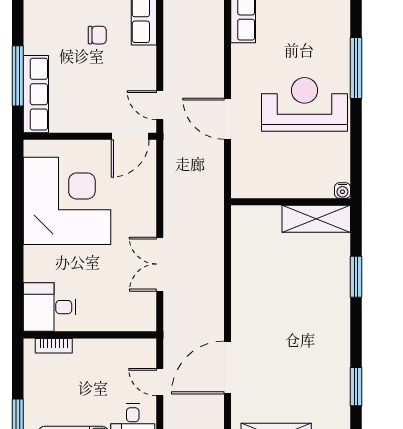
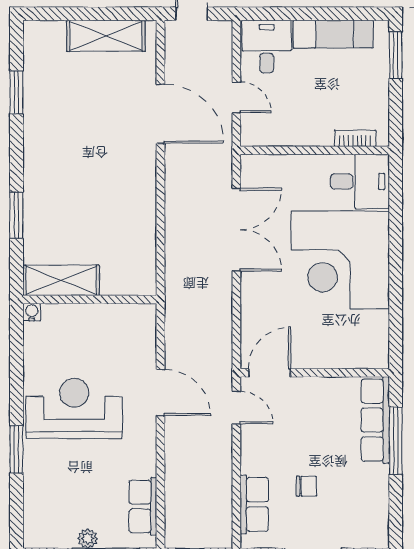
chair: (97, 35) -> (306, 486), turned 180
window: (356, 68) -> (16, 449), width x0.69
reception desk: (305, 104) -> (74, 409), turned 180
corner desk: (67, 201) -> (340, 260), moved
double door: (160, 264) -> (236, 230), width x1.37
door: (227, 368) -> (161, 114), hinge flipped

